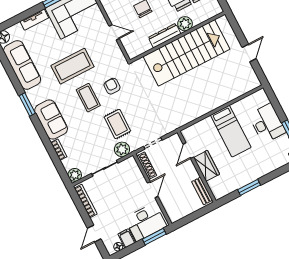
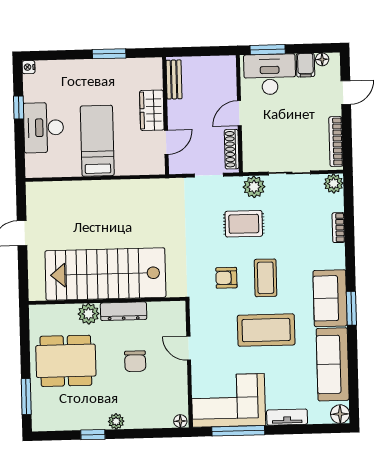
armchair: (112, 86) -> (226, 278), turned 90
sofa: (51, 120) -> (330, 298), moved
rug: (117, 124) -> (244, 224), turned 90

